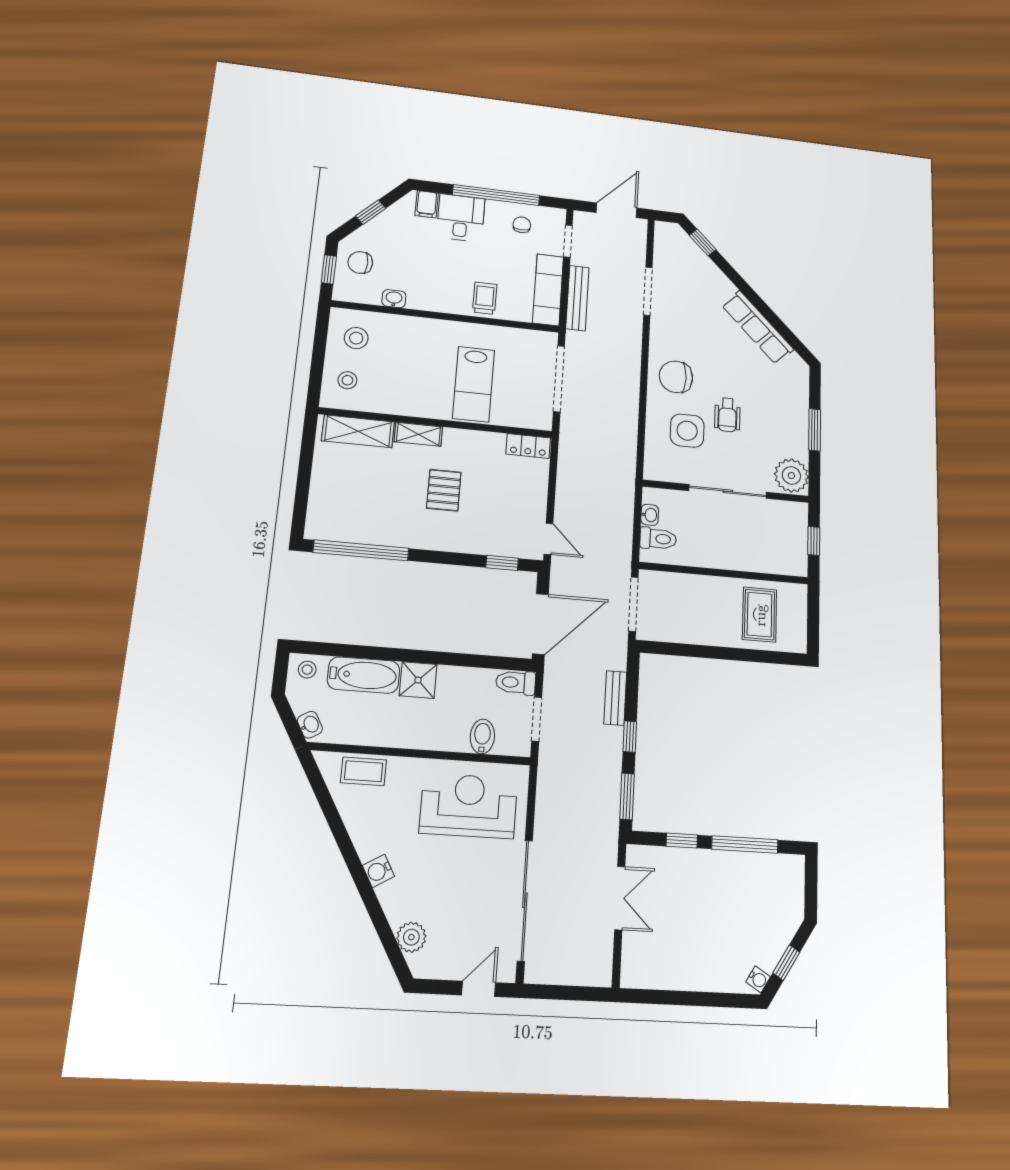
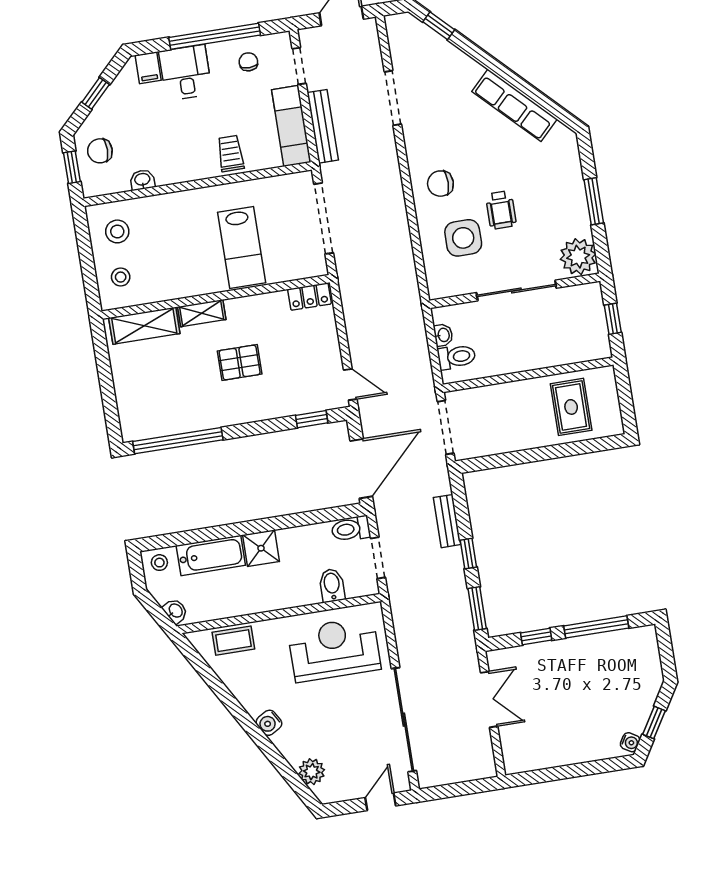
chair: (676, 377) -> (440, 184), width x0.73, depth x0.73
pallet: (444, 490) -> (240, 362), turned 90

